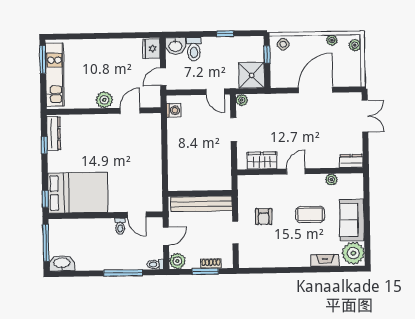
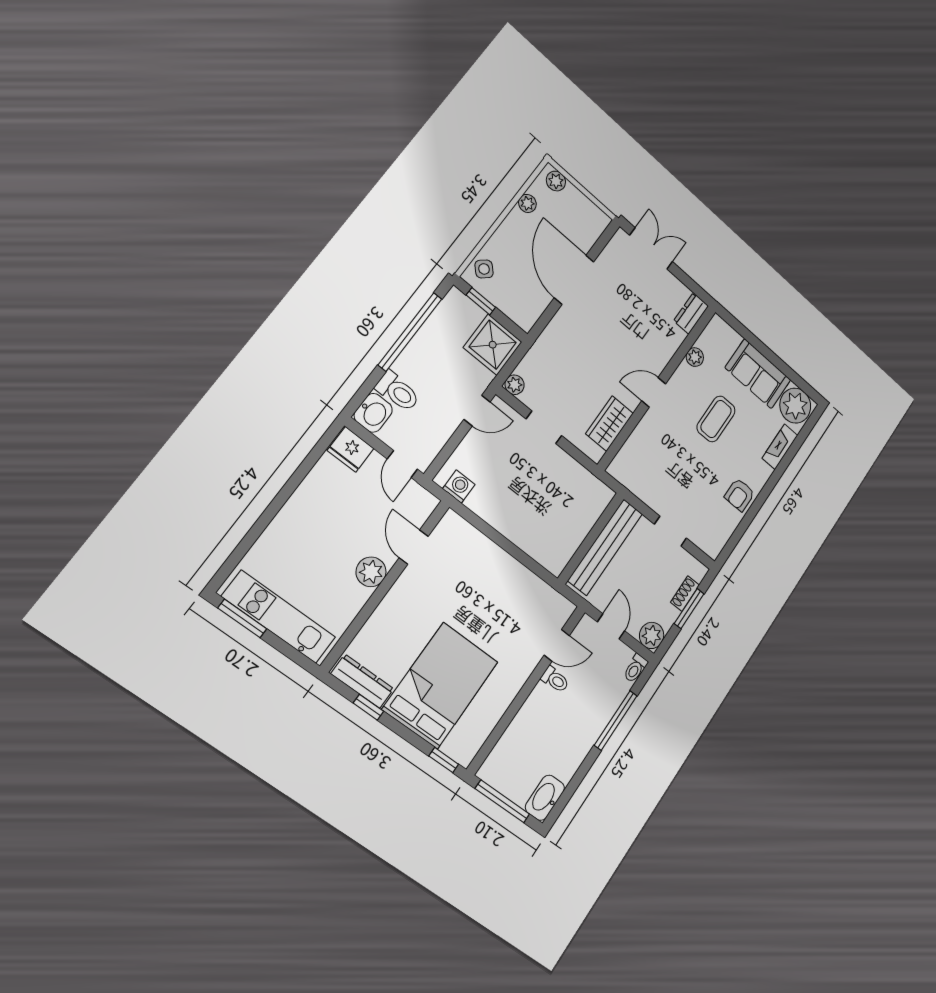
window: (225, 34) -> (410, 332), width x3.17
door: (296, 171) -> (654, 392), hinge flipped
bed: (78, 193) -> (441, 685), moved
armchair: (264, 216) -> (740, 495), moved, turned 89

